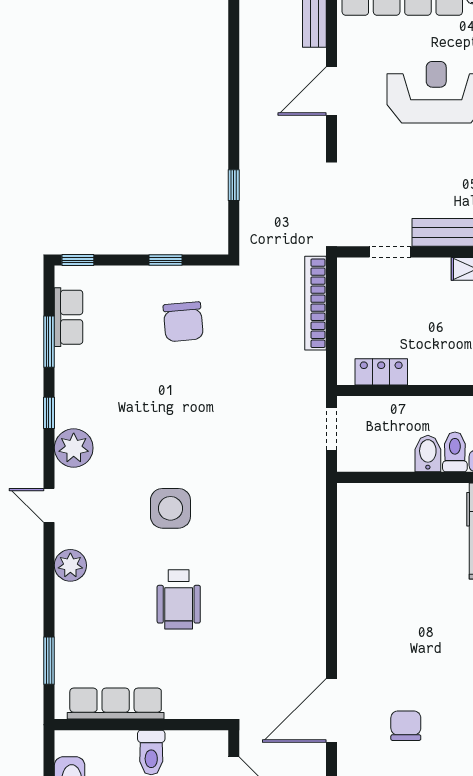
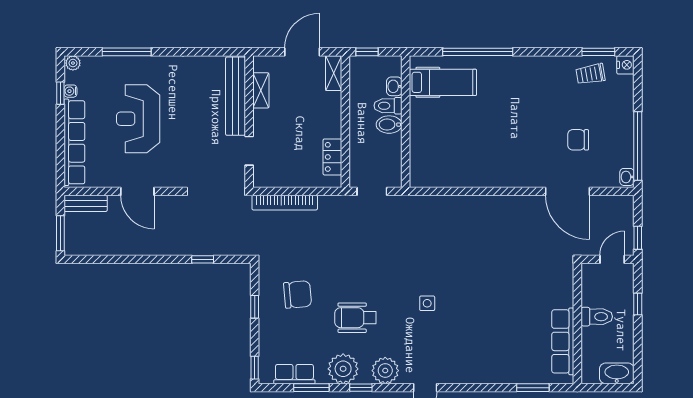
side table: (170, 508) -> (427, 303), width x0.54, depth x0.54
plant: (70, 565) -> (343, 369), moved, width x1.36, depth x1.36
wheelchair: (179, 599) -> (355, 318), moved, turned 180

